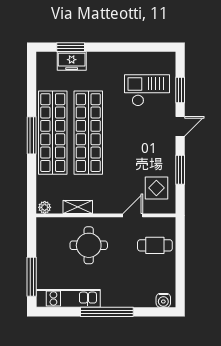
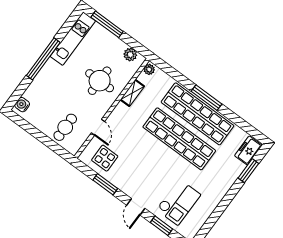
freezer: (72, 61) -> (248, 151), moved
plant: (44, 235) -> (130, 55), added

